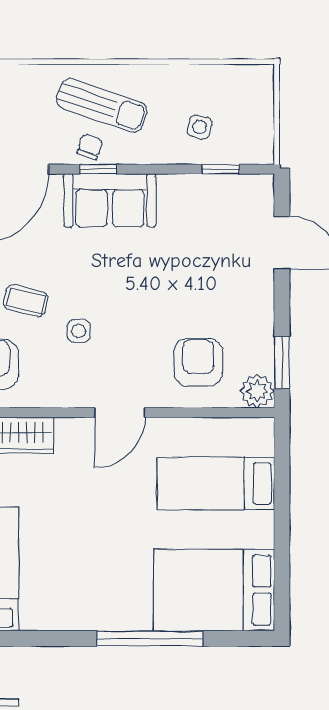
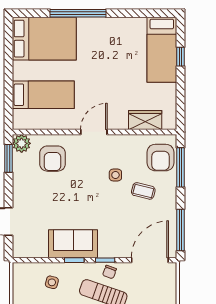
window: (221, 169) -> (74, 260), moved
sofa: (110, 200) -> (73, 244), moved

